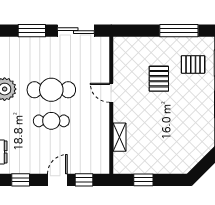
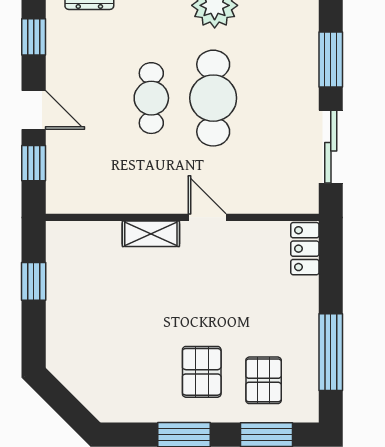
locker: (127, 44) -> (305, 249), added
pallet: (159, 79) -> (202, 372), moved, turned 90
door: (111, 93) -> (207, 217), hinge flipped
shelving: (119, 137) -> (151, 234), moved

